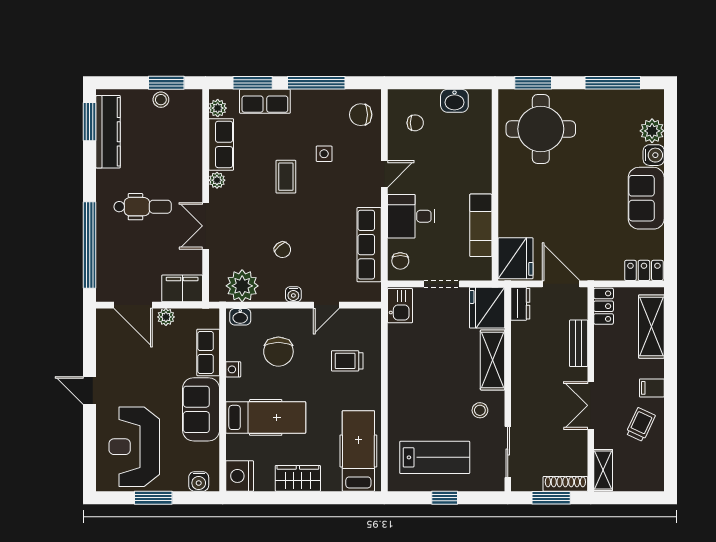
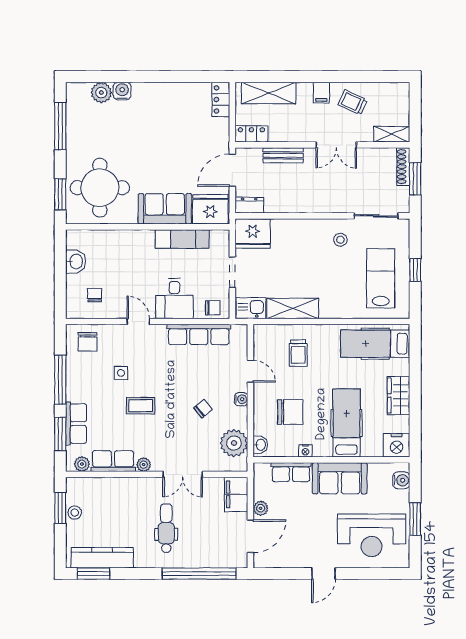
sofa: (646, 198) -> (165, 209), moved, turned 180
shelving: (493, 360) -> (293, 308), moved

